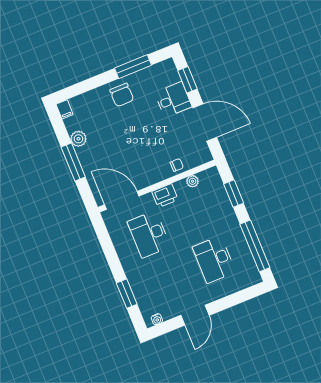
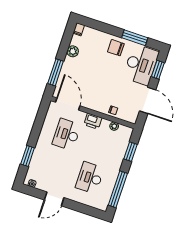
chair: (122, 95) -> (116, 48), turned 90
desk: (173, 100) -> (141, 65), width x1.87, depth x1.30
window: (73, 162) -> (56, 72), moved

